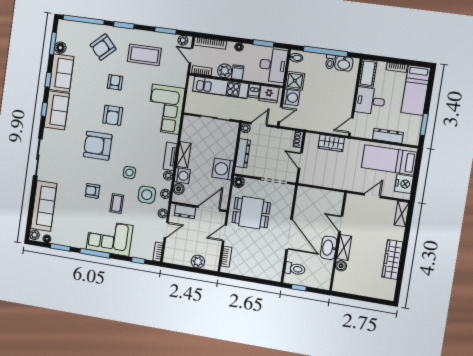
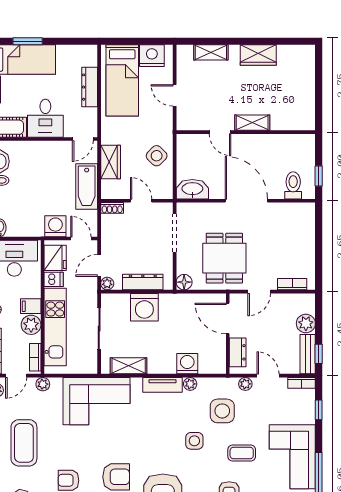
shower: (295, 81) -> (32, 225), removed
door: (259, 124) -> (99, 265), hinge flipped
bathtub: (316, 124) -> (87, 186), added
window: (424, 124) -> (28, 41), moved
door: (351, 126) -> (83, 139), hinge flipped
shelving: (184, 155) -> (129, 366), moved
door: (300, 161) -> (141, 201), swing flipped
washing machine: (223, 169) -> (144, 307), moved
side table: (331, 176) -> (157, 156), added
boiler: (179, 189) -> (207, 366), removed
plant: (165, 194) -> (43, 384), moved
shelving: (402, 214) -> (211, 52), moved
door: (341, 224) -> (220, 132), hinge flipped
door: (224, 233) -> (259, 292), hinge flipped
door: (289, 234) -> (246, 201), hinge flipped
washbasin: (329, 248) -> (192, 189), moved, turned 180
bench: (177, 259) -> (308, 354), added
wardrobe: (392, 260) -> (258, 55), width x0.67
boiler: (341, 266) -> (278, 123), removed
window: (176, 267) -> (319, 354), added

